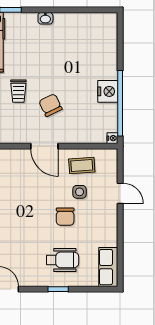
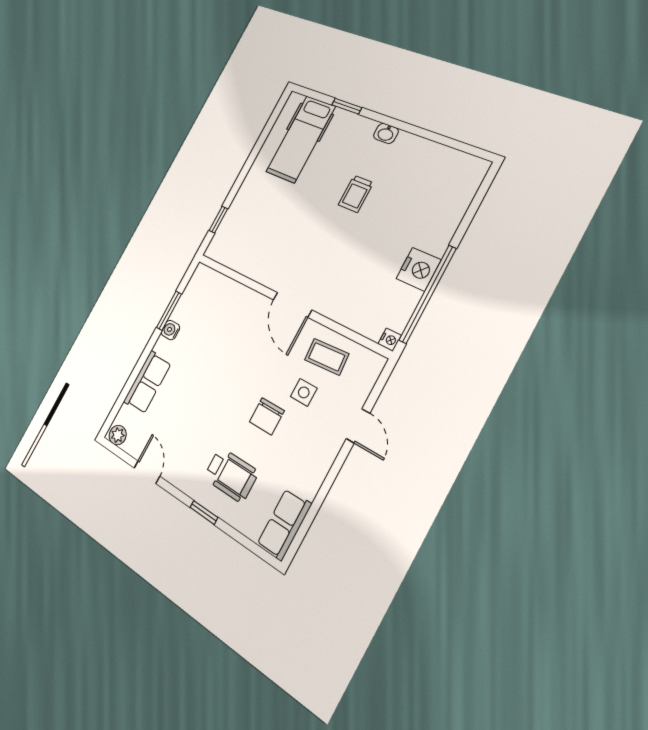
trolley: (18, 91) -> (356, 194), moved
chair: (50, 105) -> (330, 253), removed

